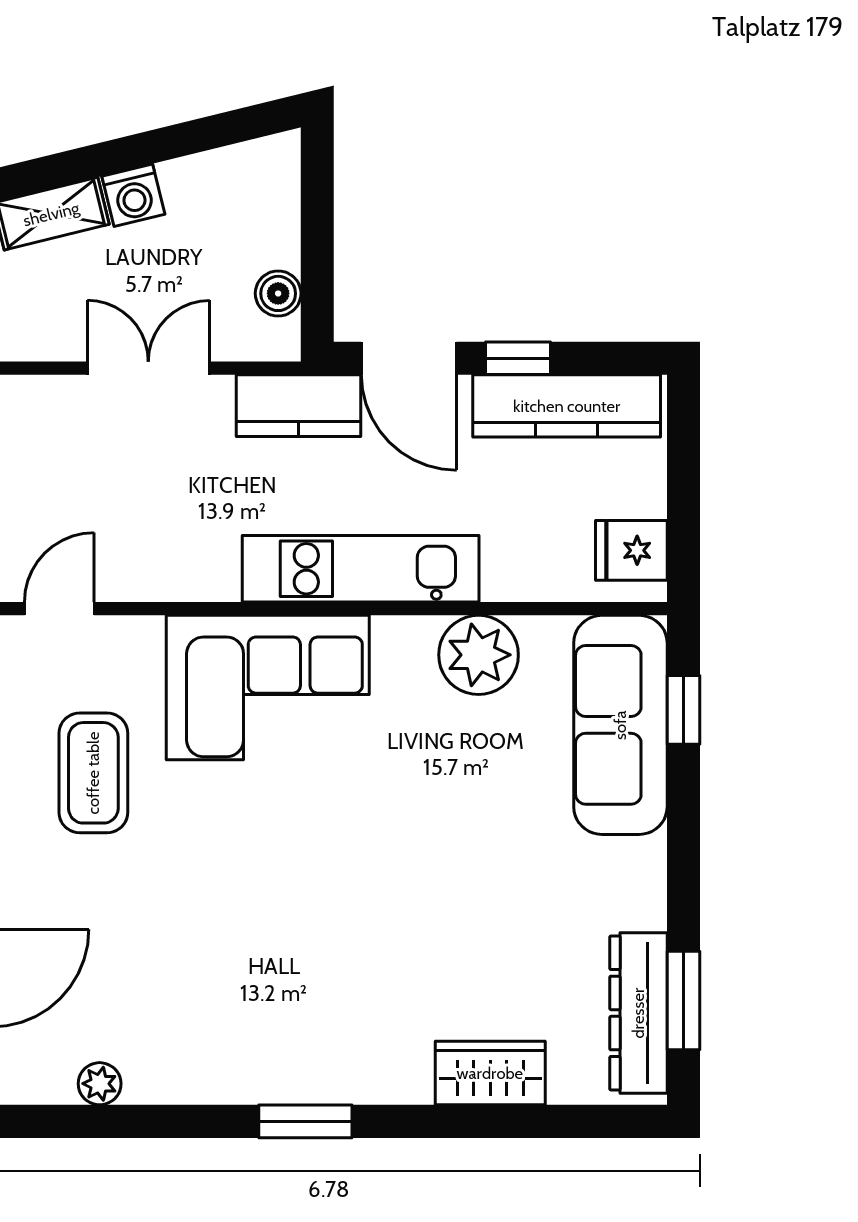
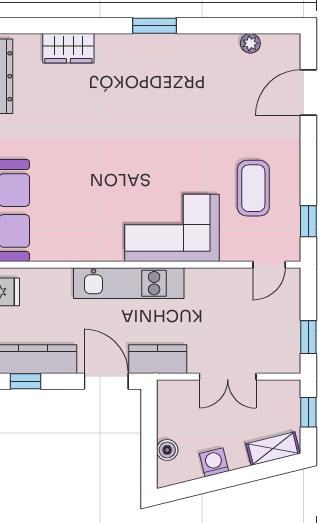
washing machine: (133, 195) -> (214, 462), moved
boiler: (278, 293) -> (167, 450), moved
window: (518, 358) -> (26, 381), moved
plant: (479, 655) -> (74, 243), removed

